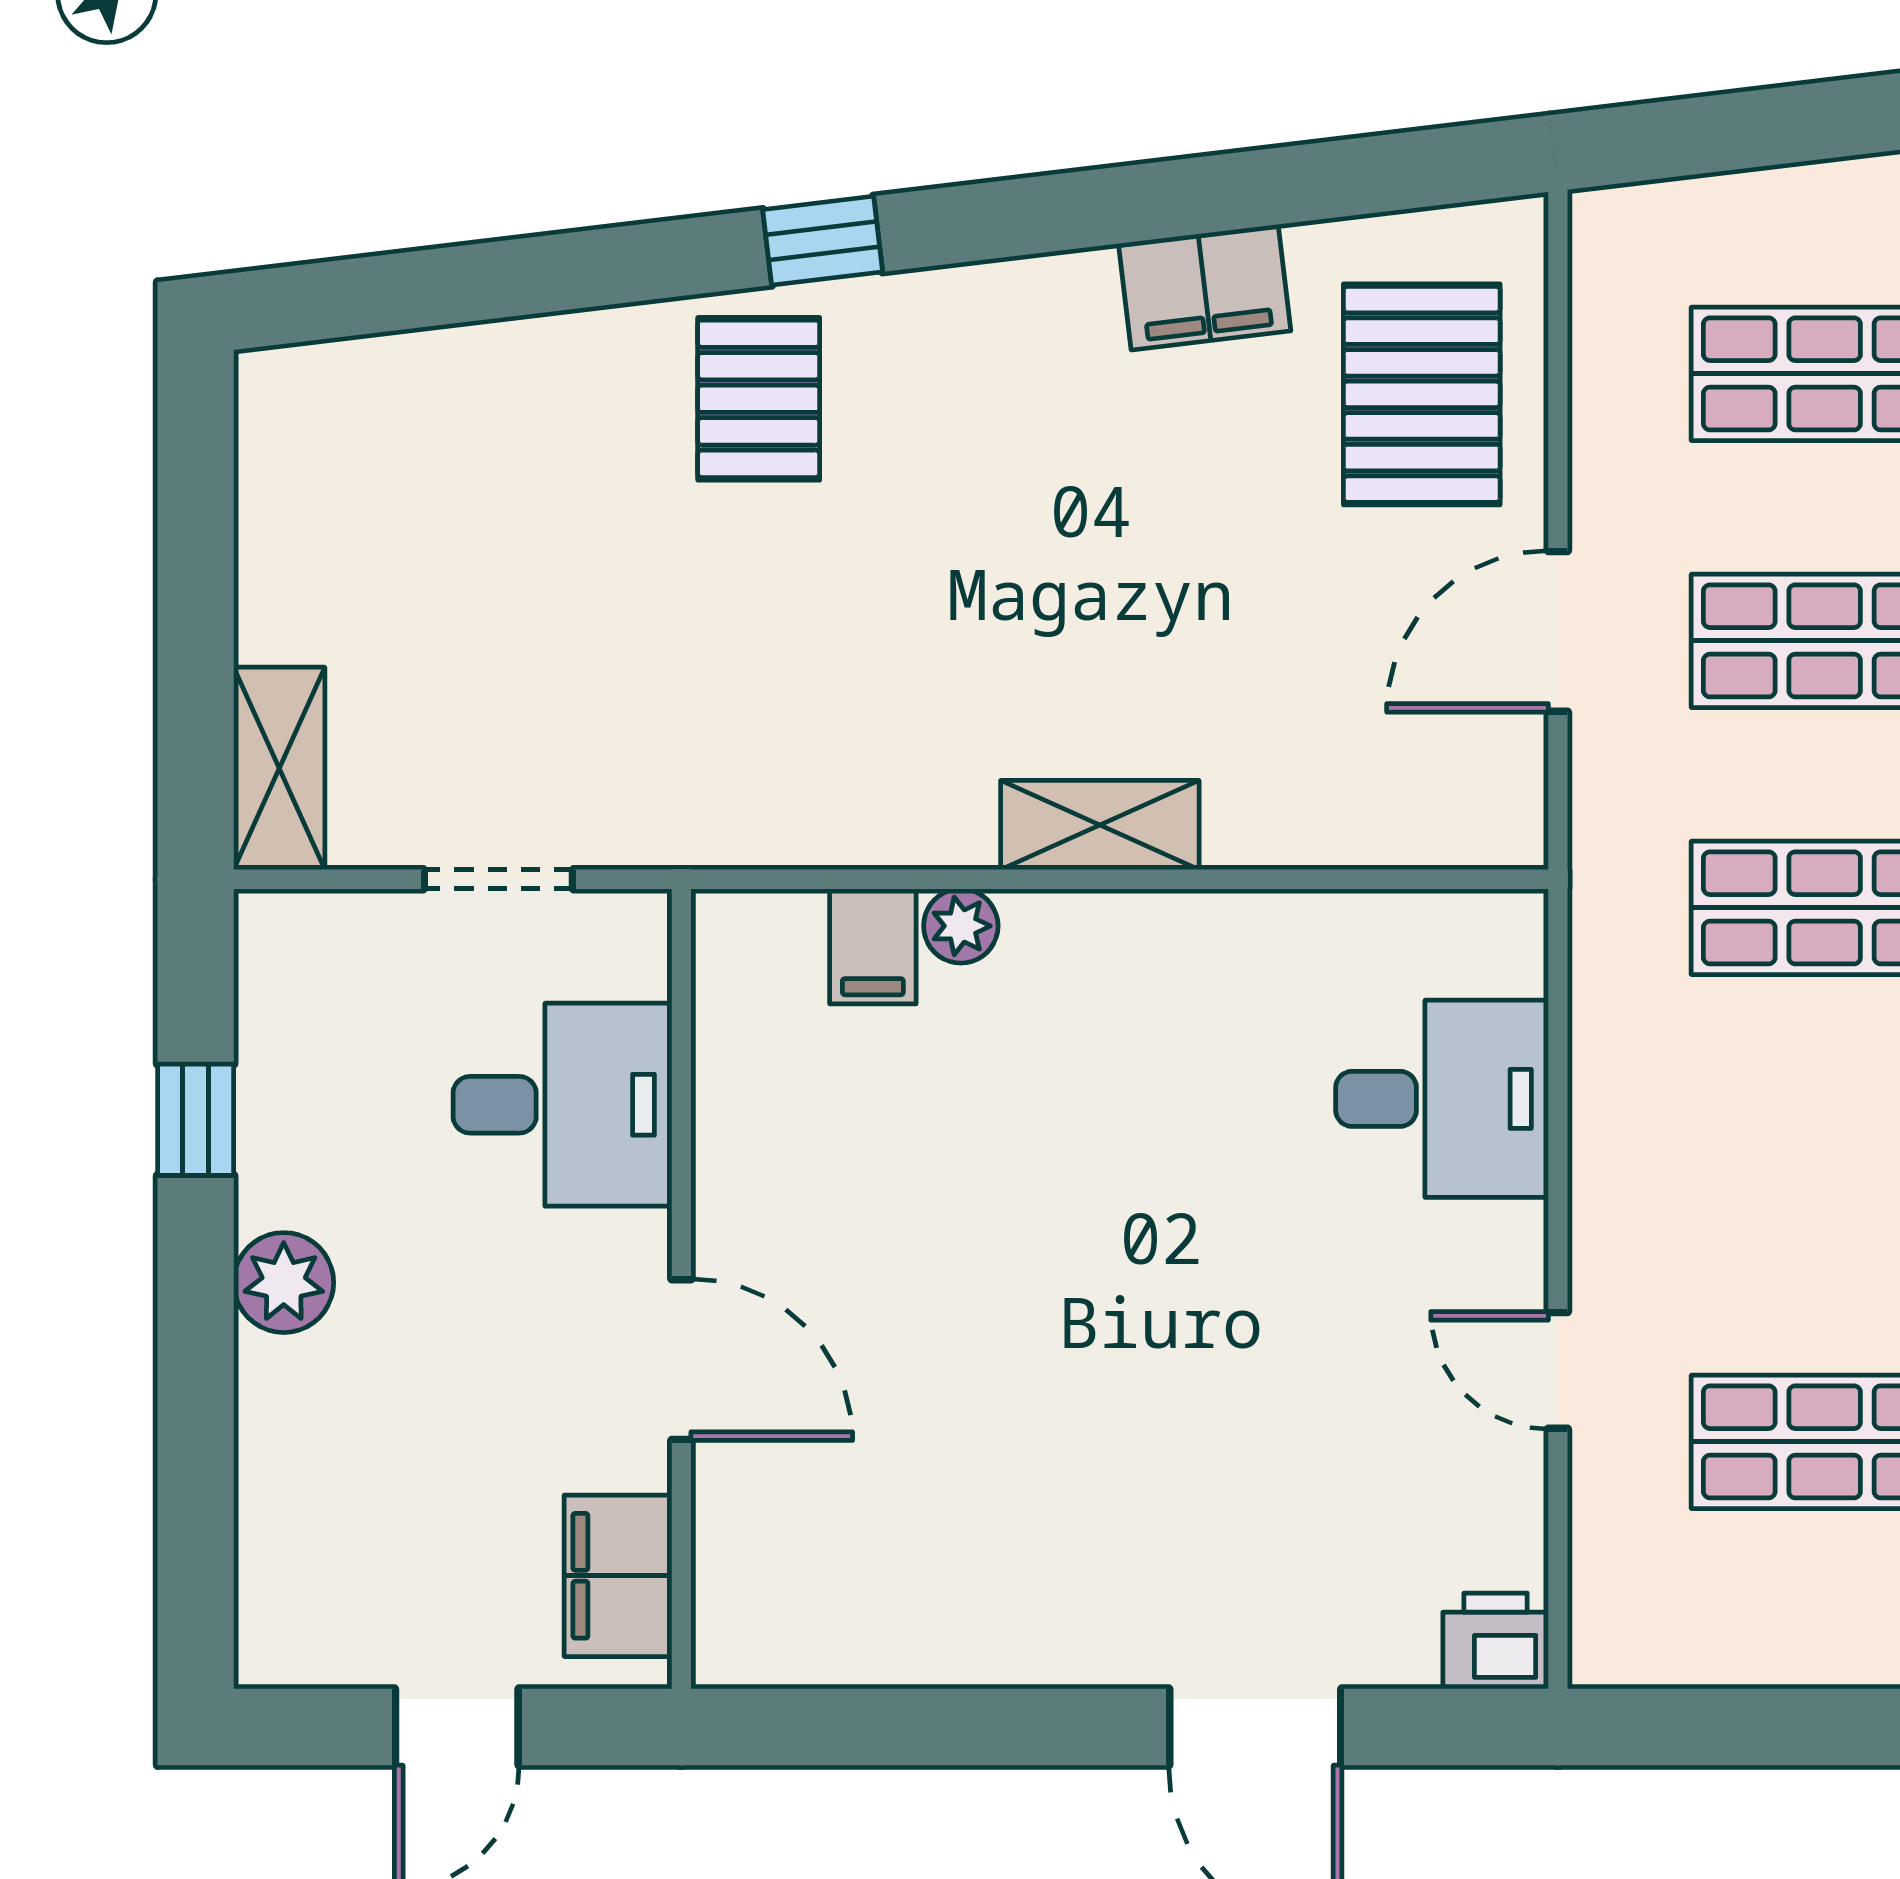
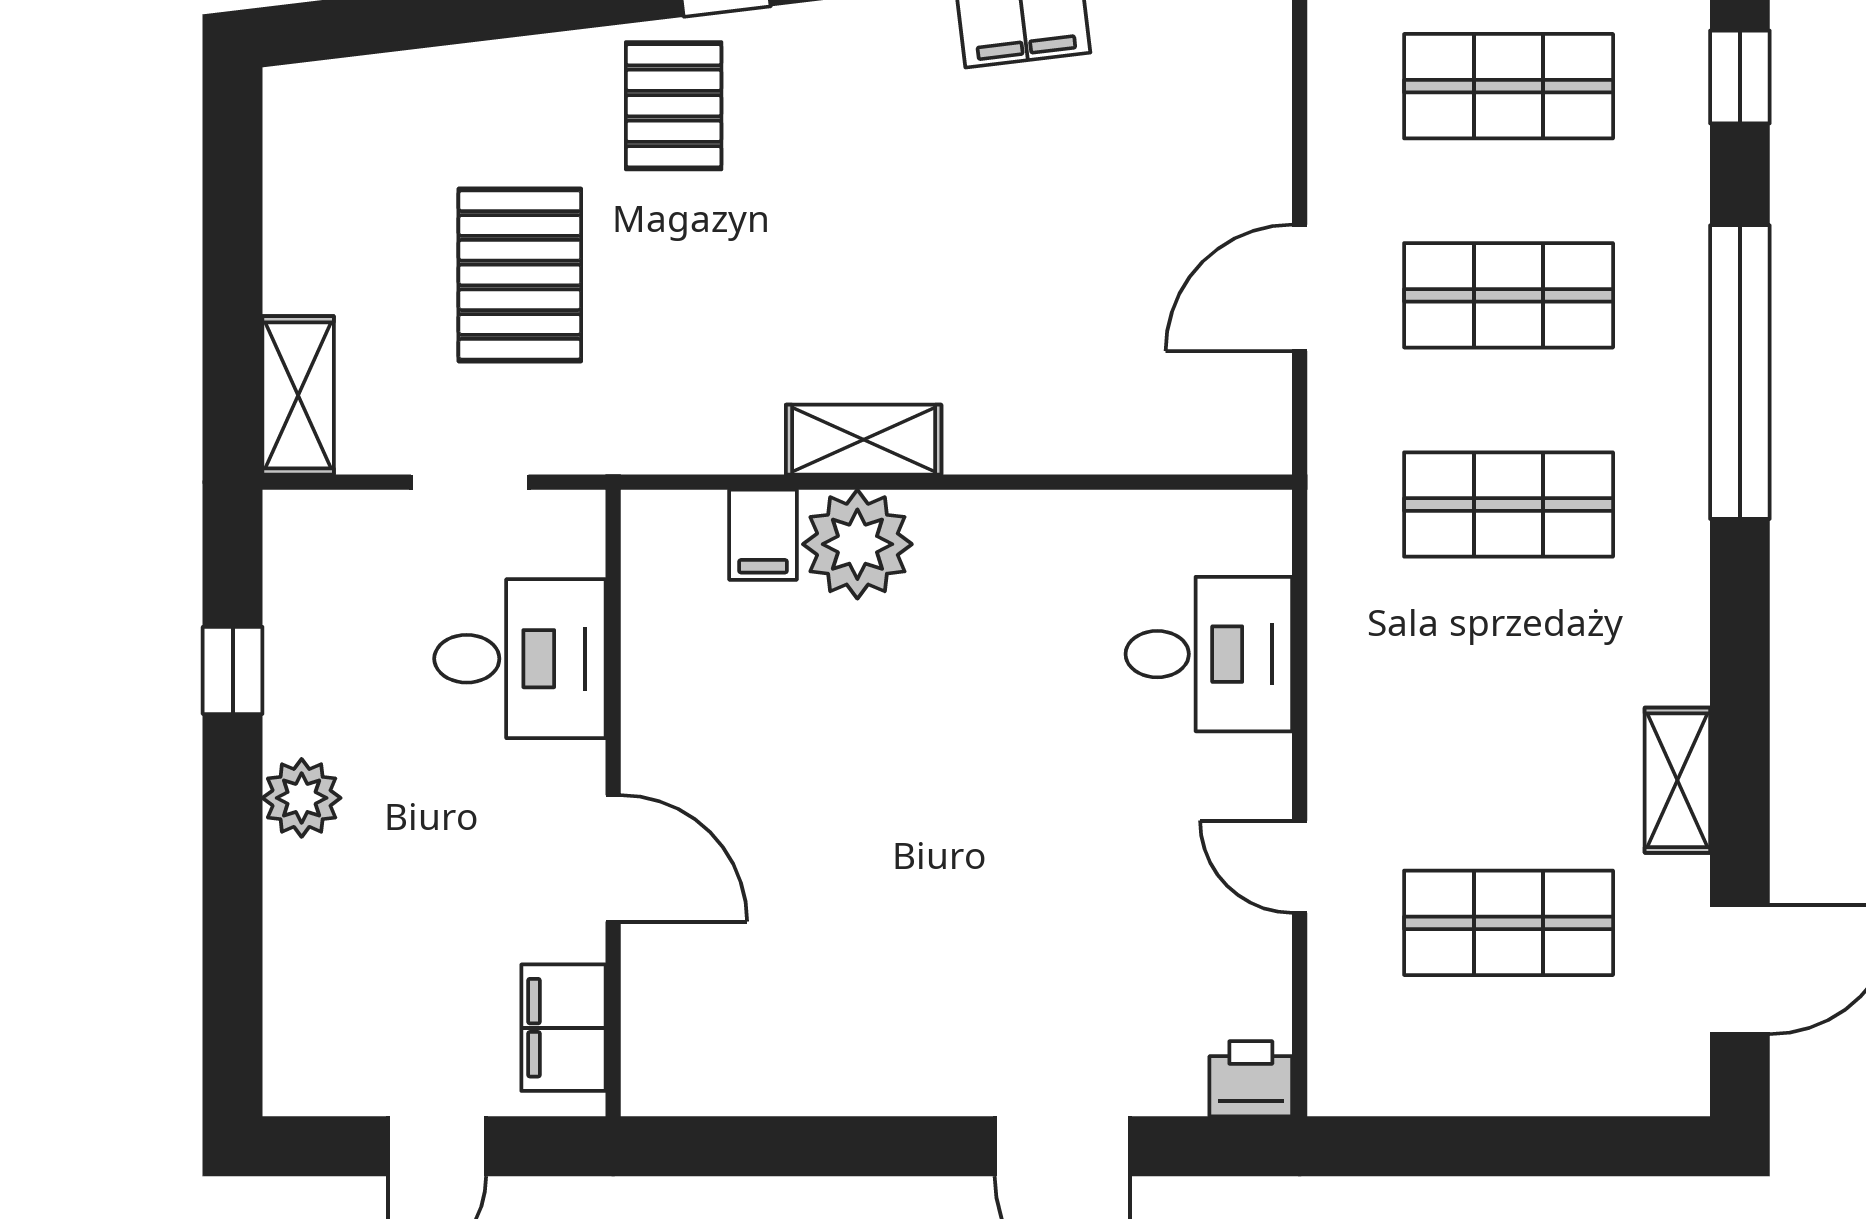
pallet: (1422, 394) -> (520, 275), moved
shelving: (1100, 825) -> (864, 440), moved
plant: (961, 926) -> (857, 544), width x1.88, depth x1.88

